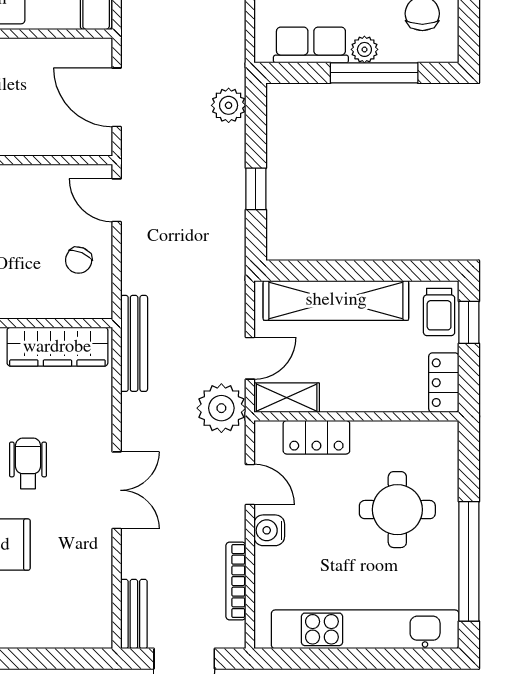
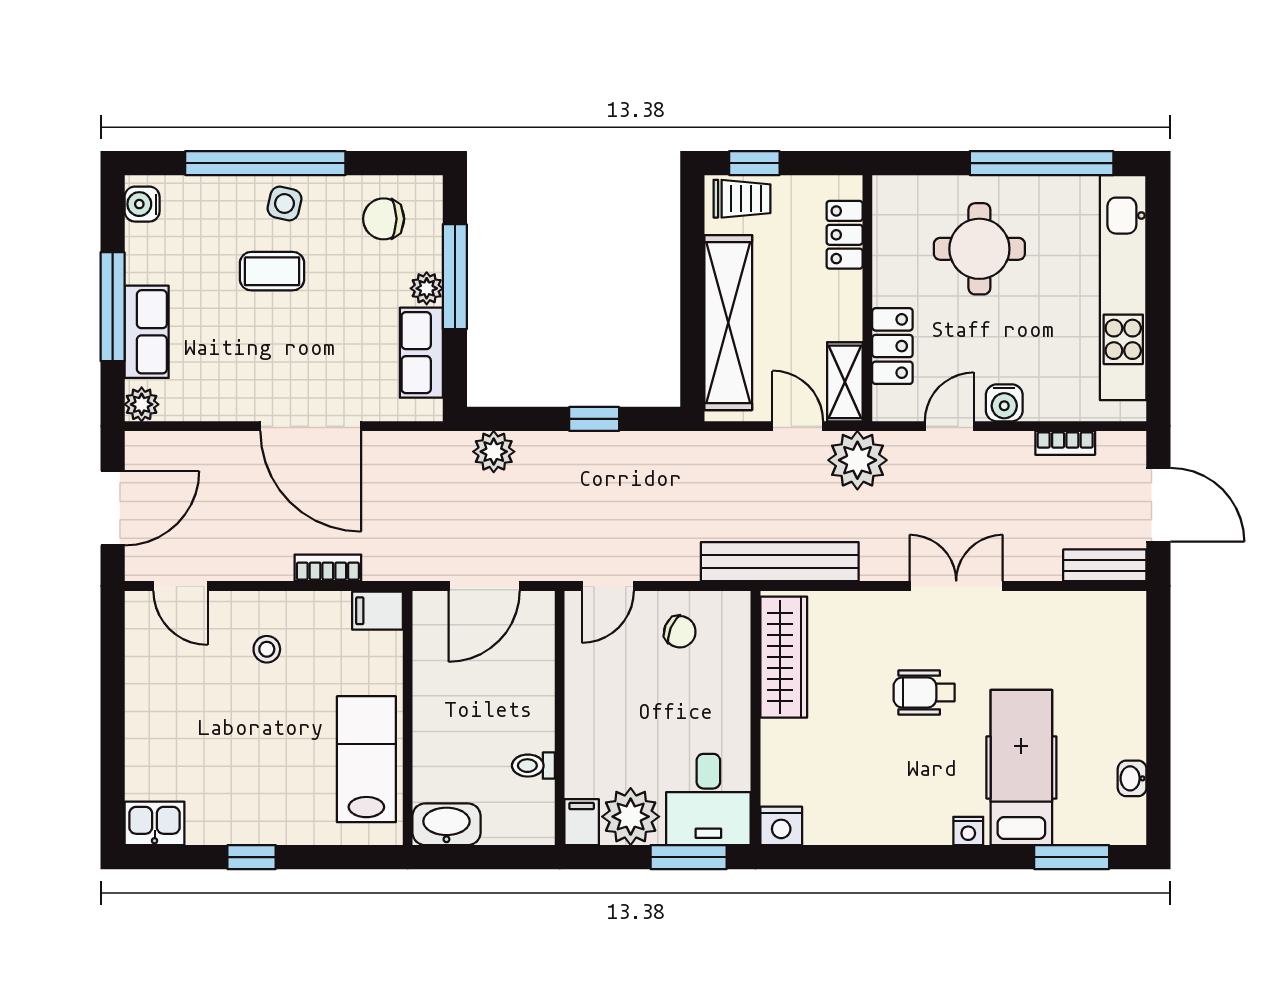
bench: (134, 343) -> (780, 562), width x1.37, depth x1.21
locker: (444, 383) -> (845, 235), moved, turned 90
bookcase: (236, 581) -> (1065, 443), width x0.64

